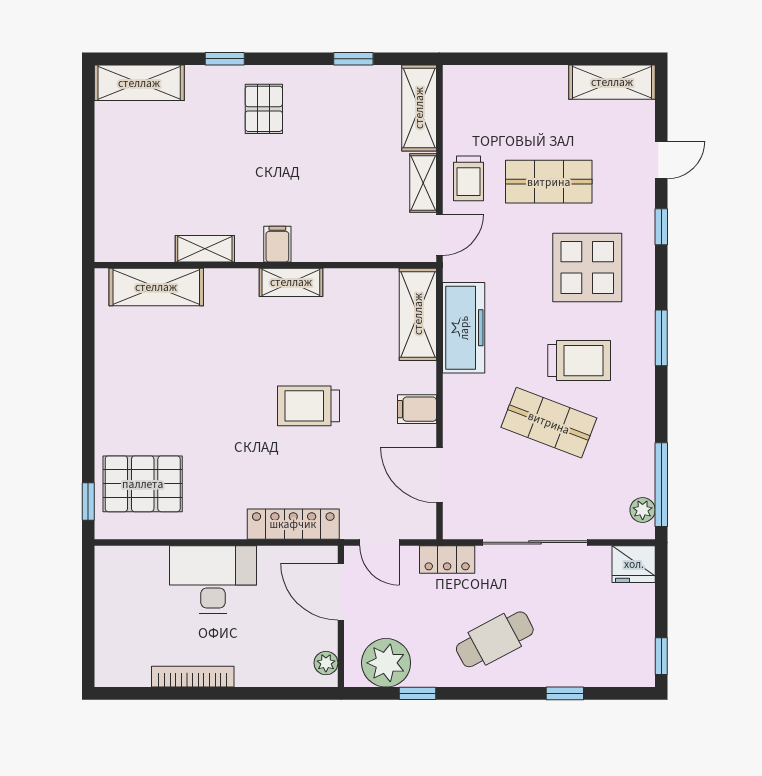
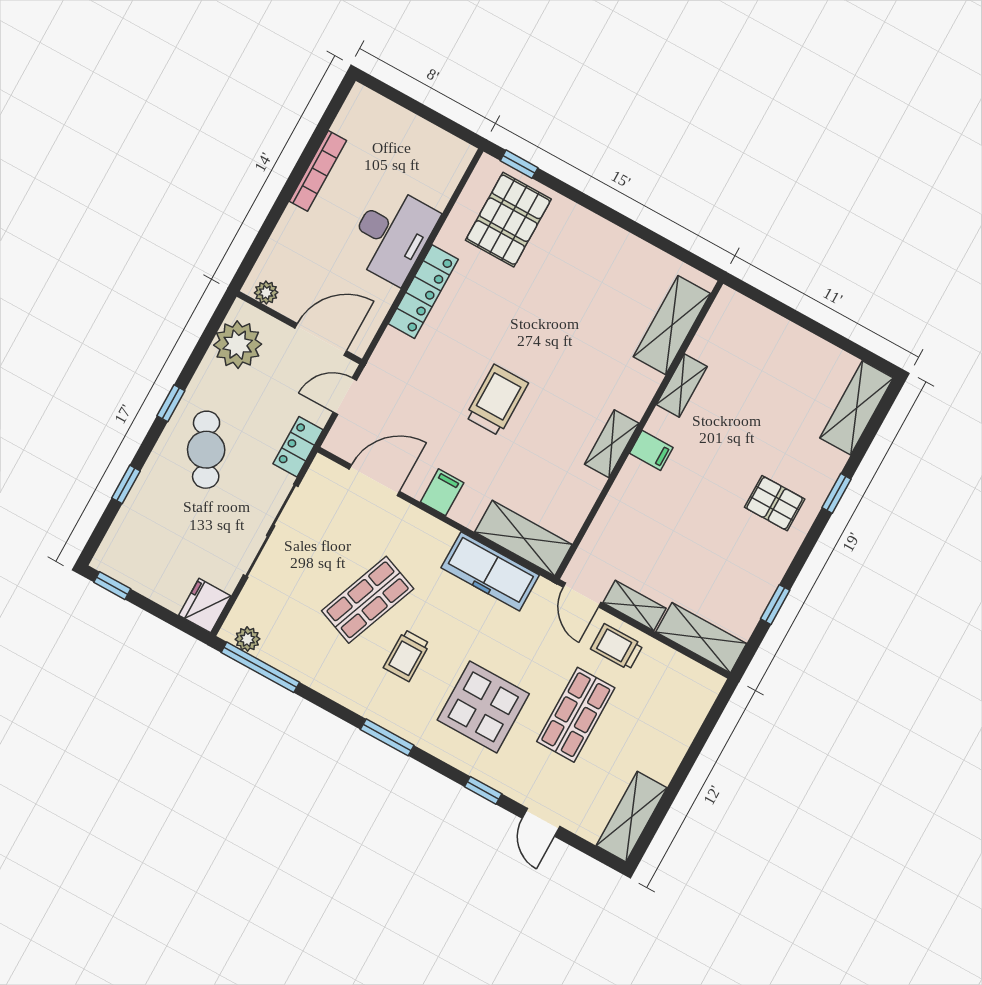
trolley: (579, 361) -> (407, 656), width x0.73, depth x0.72
locker: (293, 524) -> (423, 292), moved
window: (417, 693) -> (171, 403), moved

